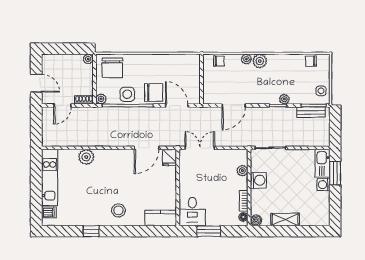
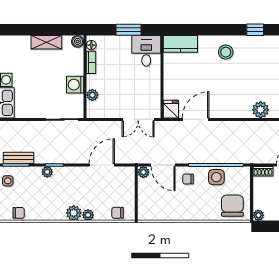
chair: (154, 93) -> (188, 179), width x0.54, depth x0.54
plant: (101, 99) -> (143, 172), moved

